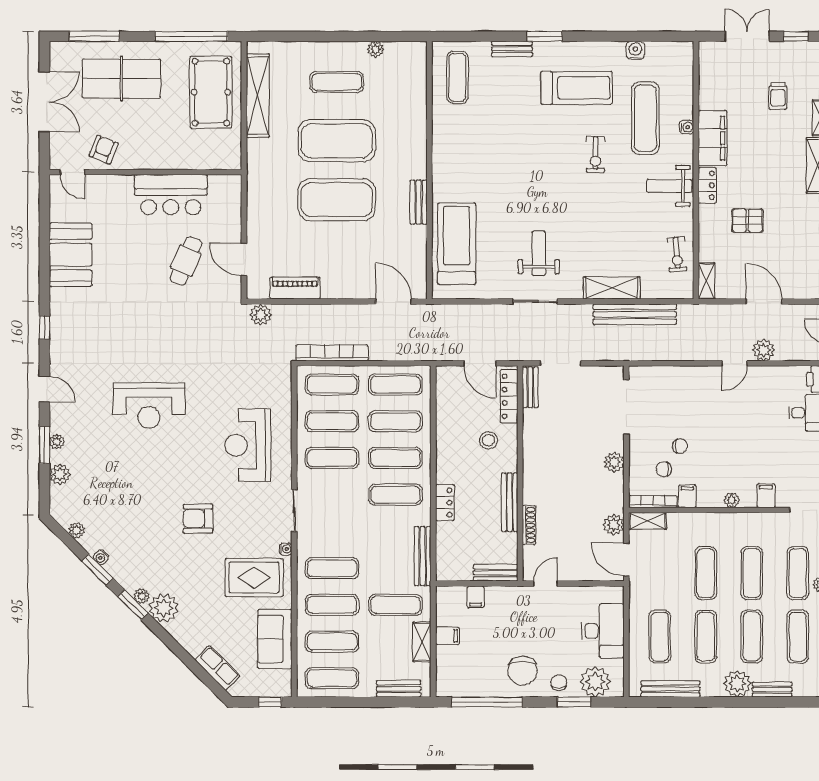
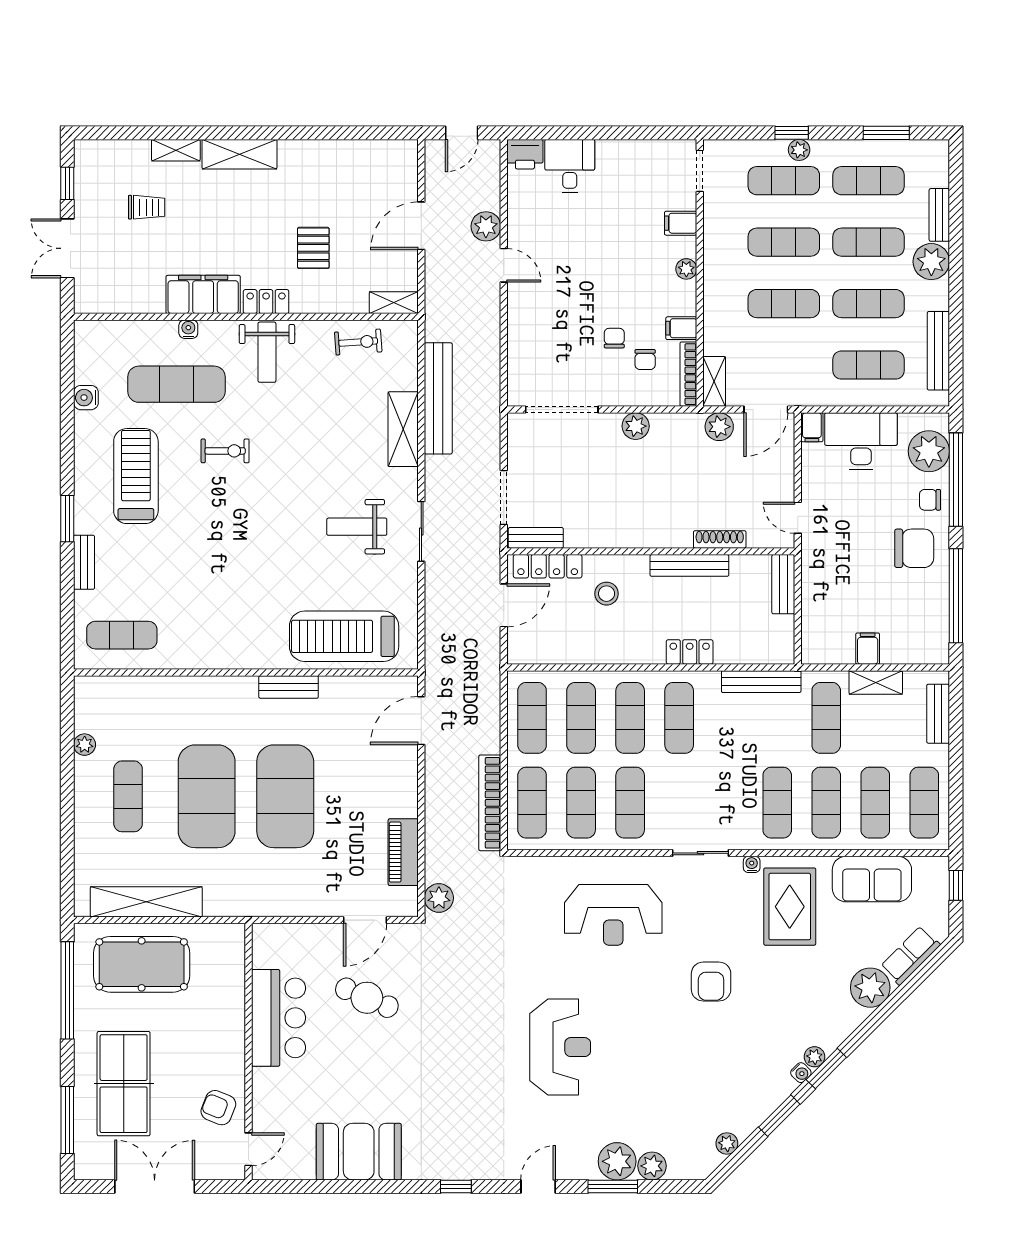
plant: (57, 442) -> (617, 1161), width x1.87, depth x1.87
water cooler: (101, 557) -> (801, 1073), moved
filing cabinet: (476, 597) -> (812, 427), moved, turned 90
plant: (164, 608) -> (870, 988), moved
window: (574, 702) -> (956, 480), width x2.11

